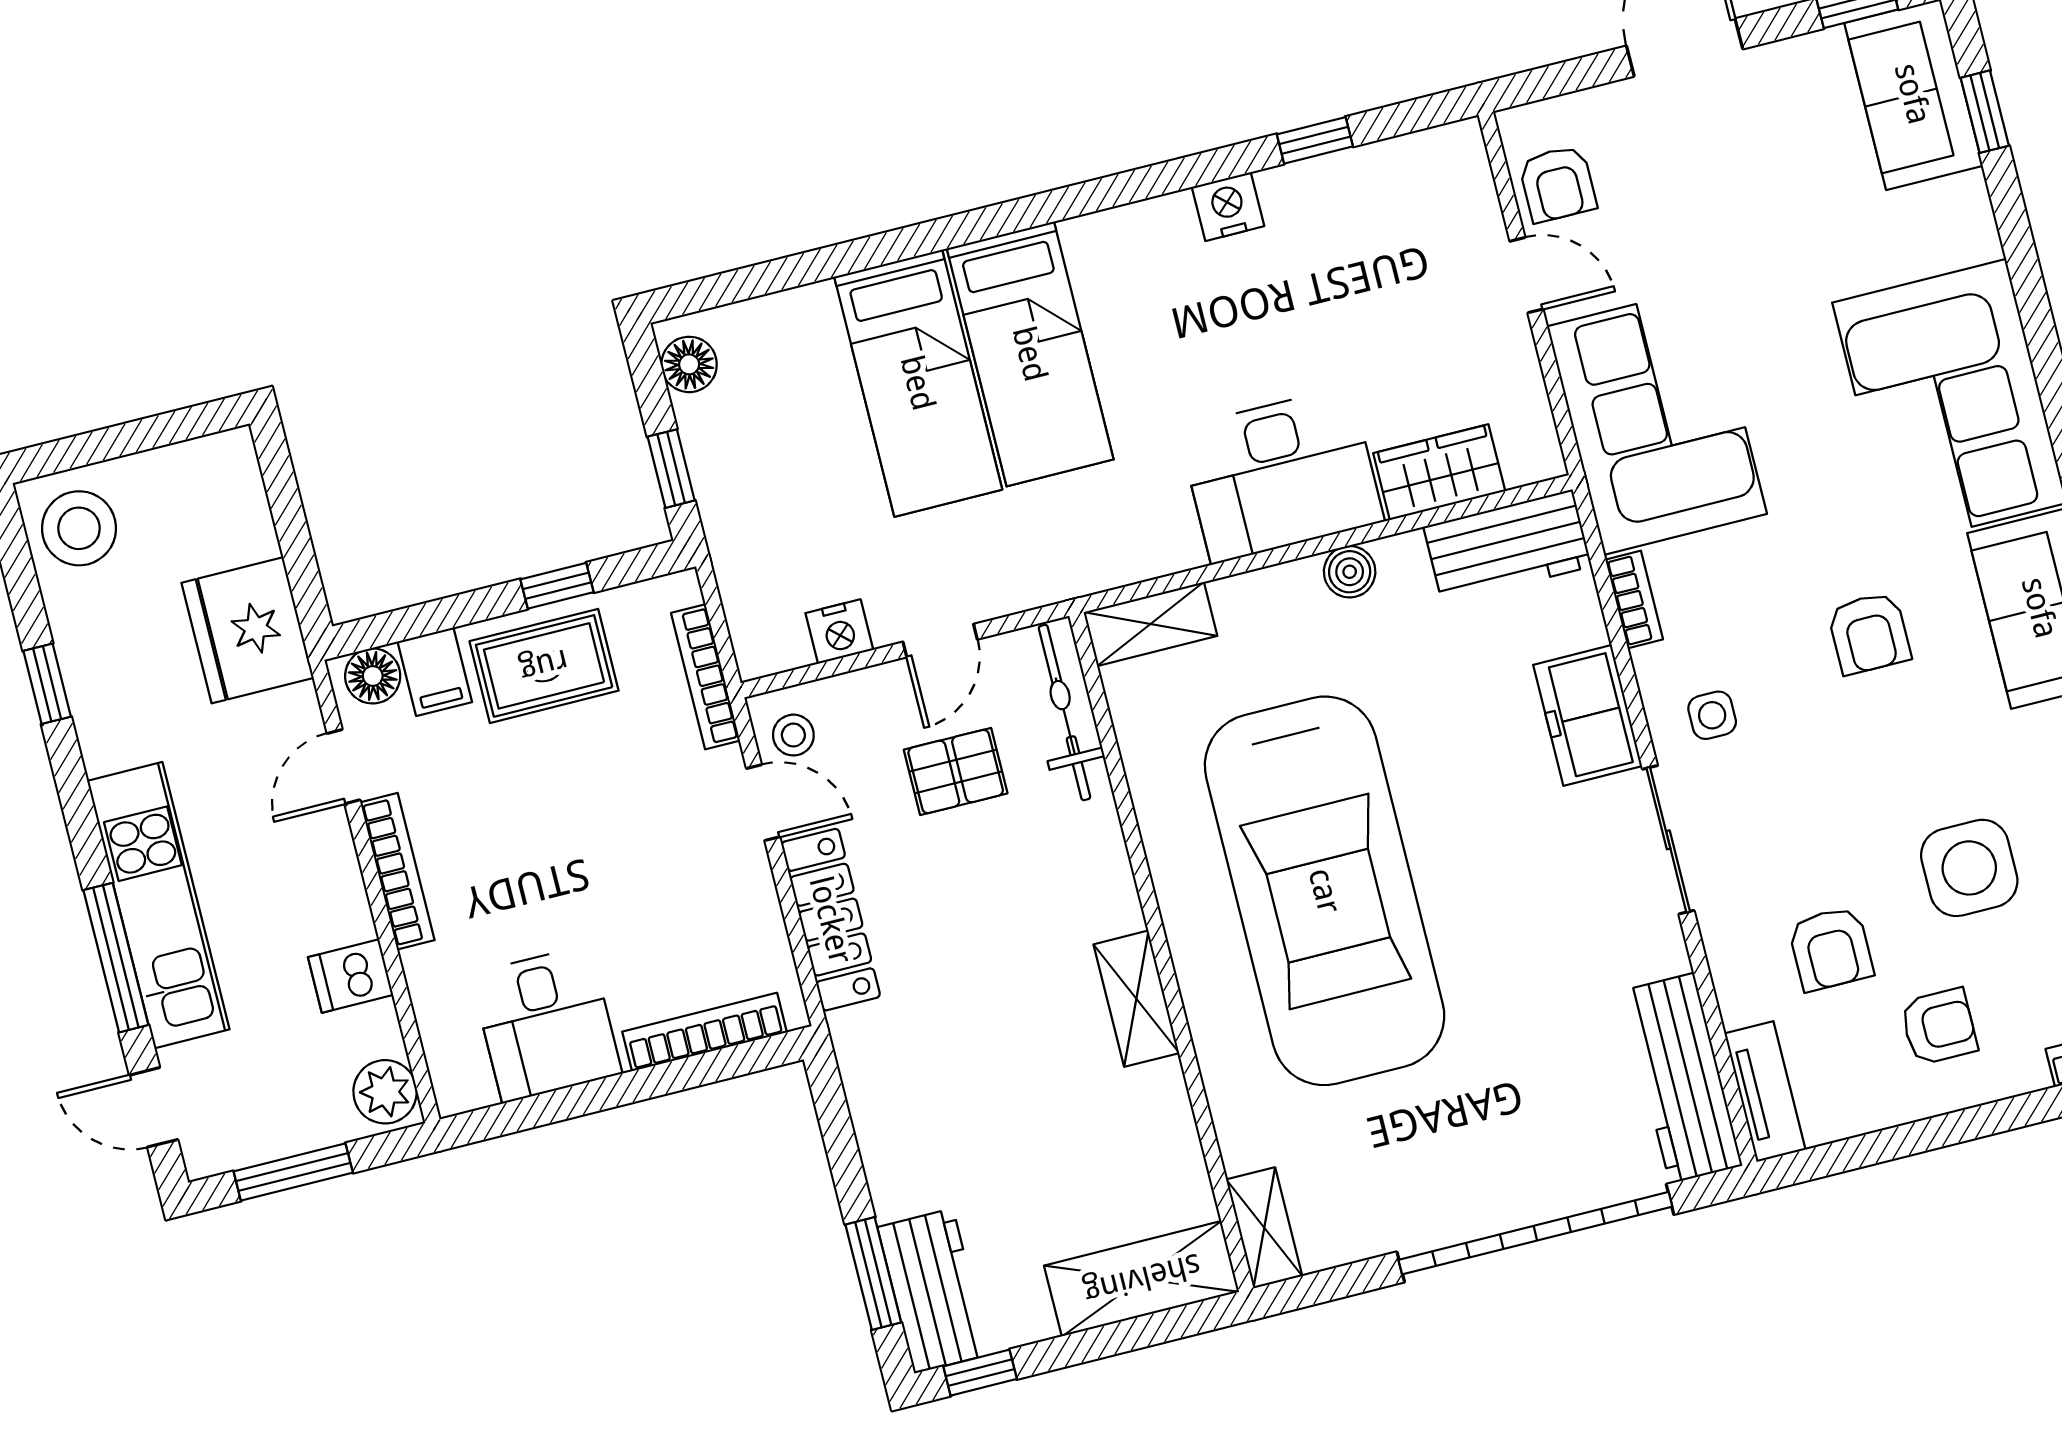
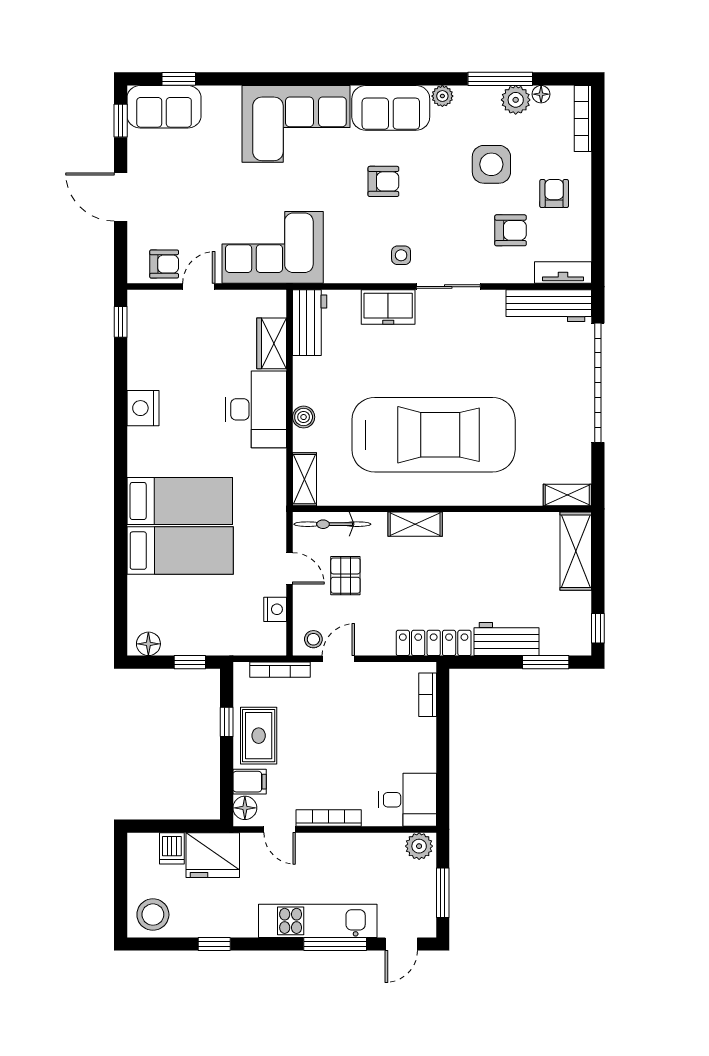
window: (1315, 140) -> (121, 322), moved
nightstand: (1228, 207) -> (143, 408), width x1.36, depth x1.33
boiler: (1350, 572) -> (304, 417), moved
bookcase: (1634, 599) -> (345, 276), removed
locker: (831, 920) -> (434, 643), moved
dishwasher: (351, 976) -> (172, 848), moved
shelving: (1136, 999) -> (415, 524), moved
desk: (546, 1024) -> (408, 800), moved
bookcase: (705, 1032) -> (428, 695), width x0.64
workbench: (933, 1291) -> (507, 639), moved

